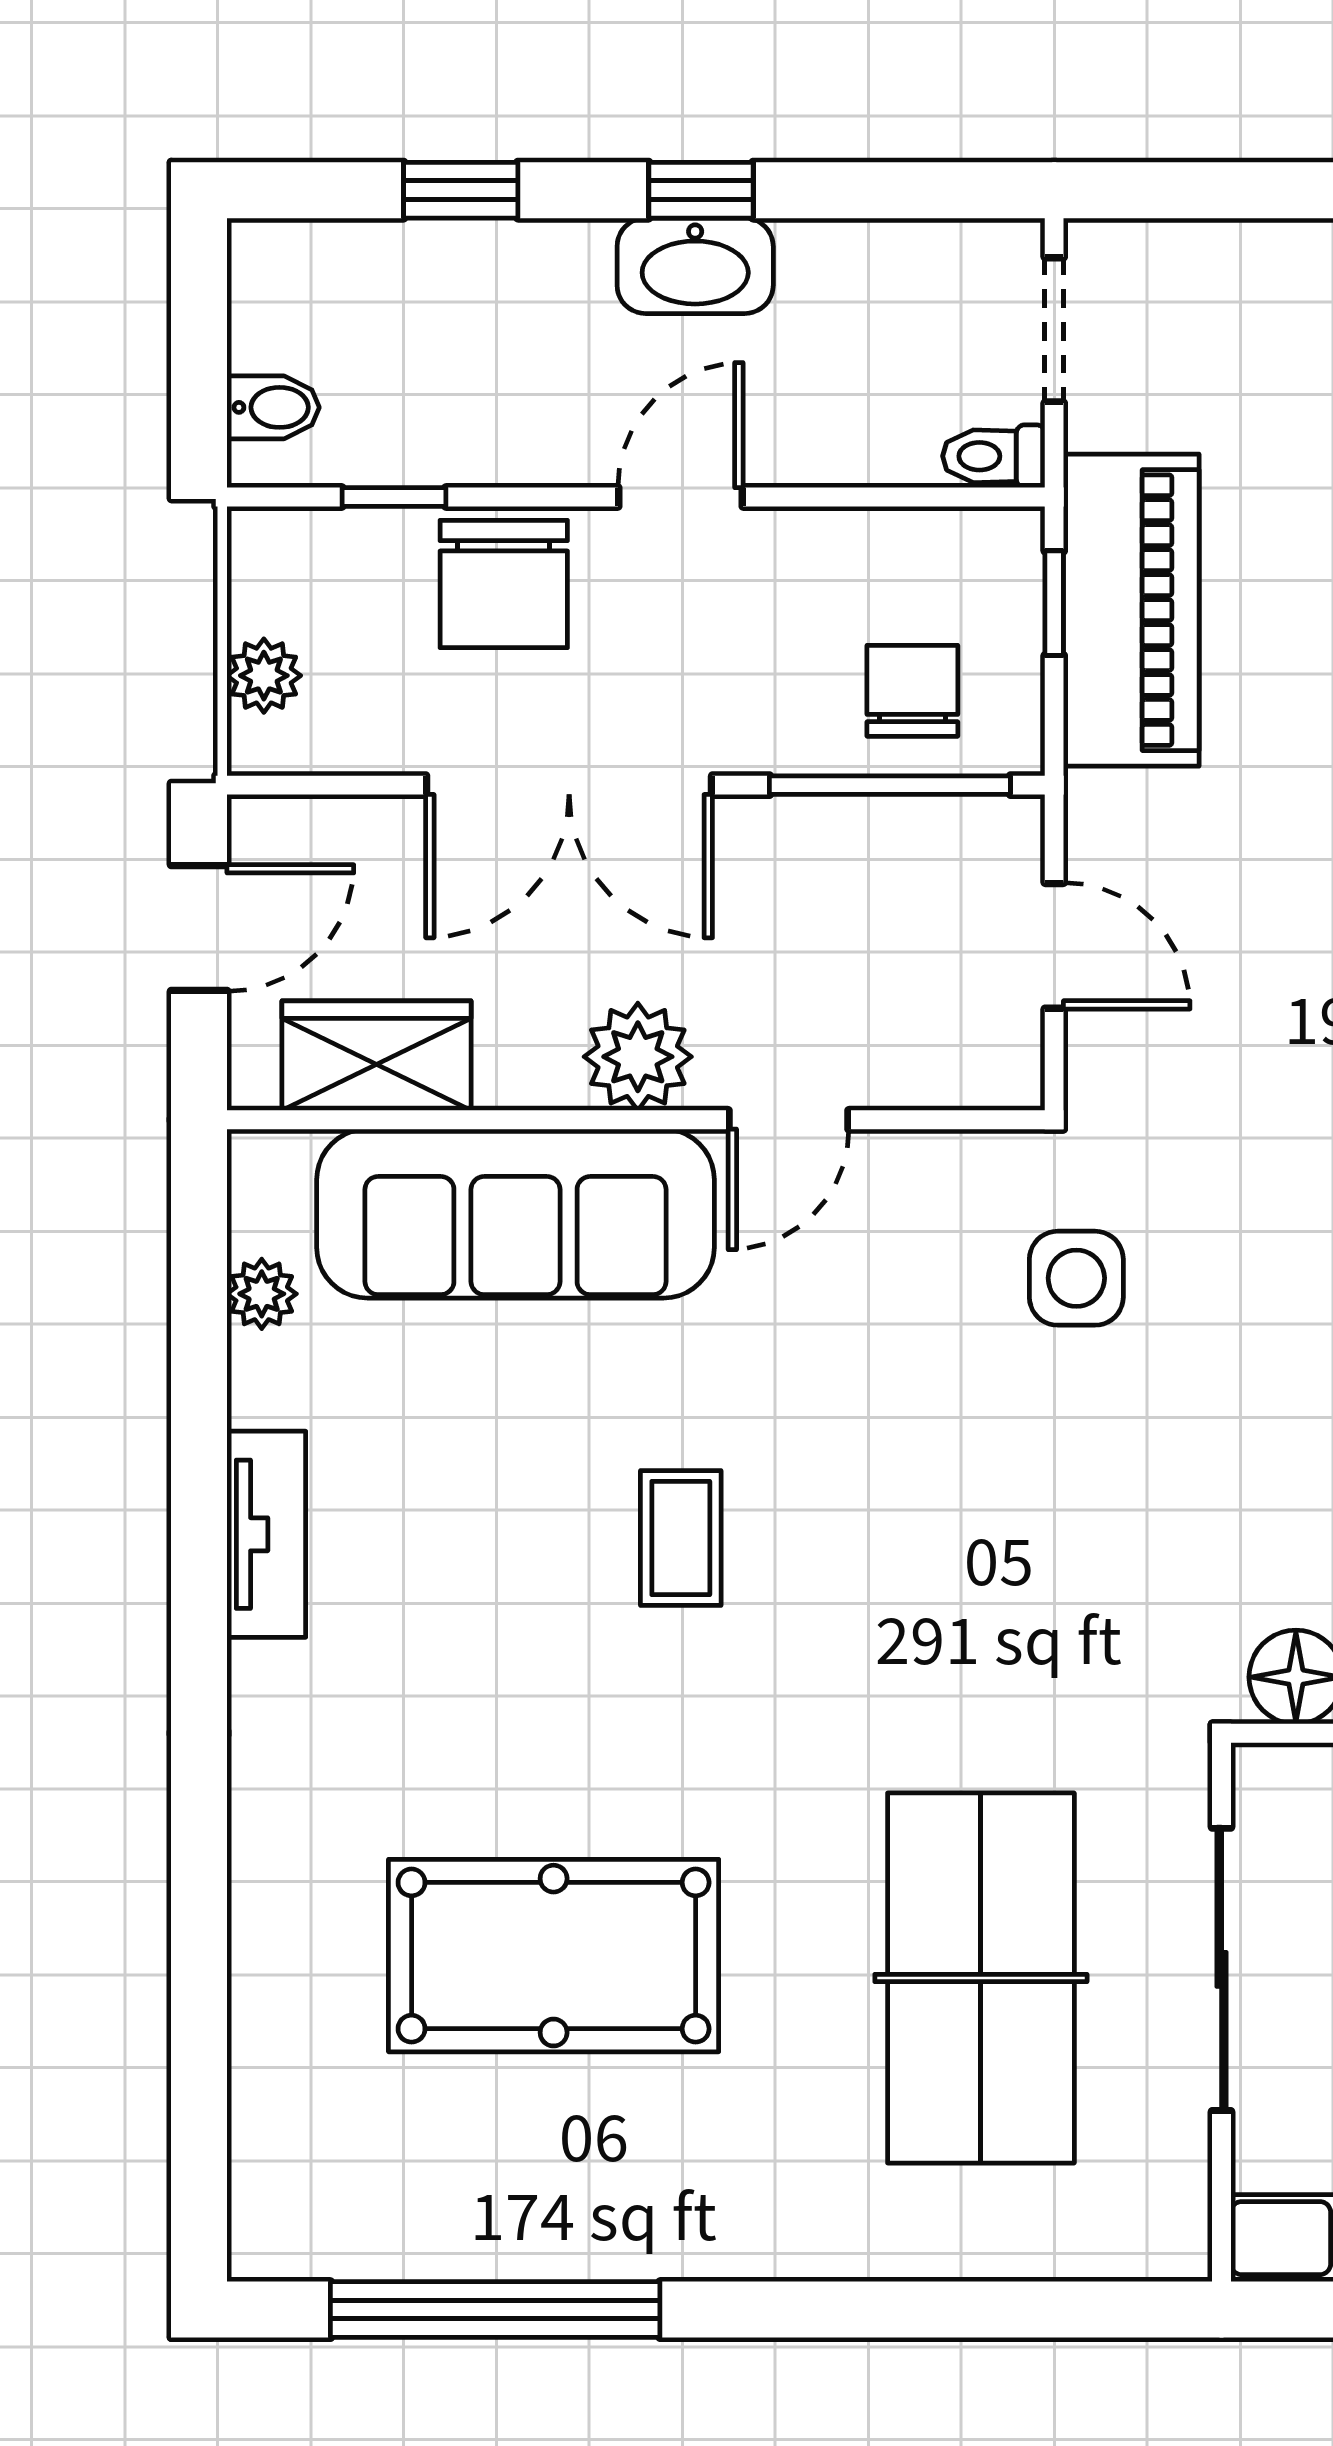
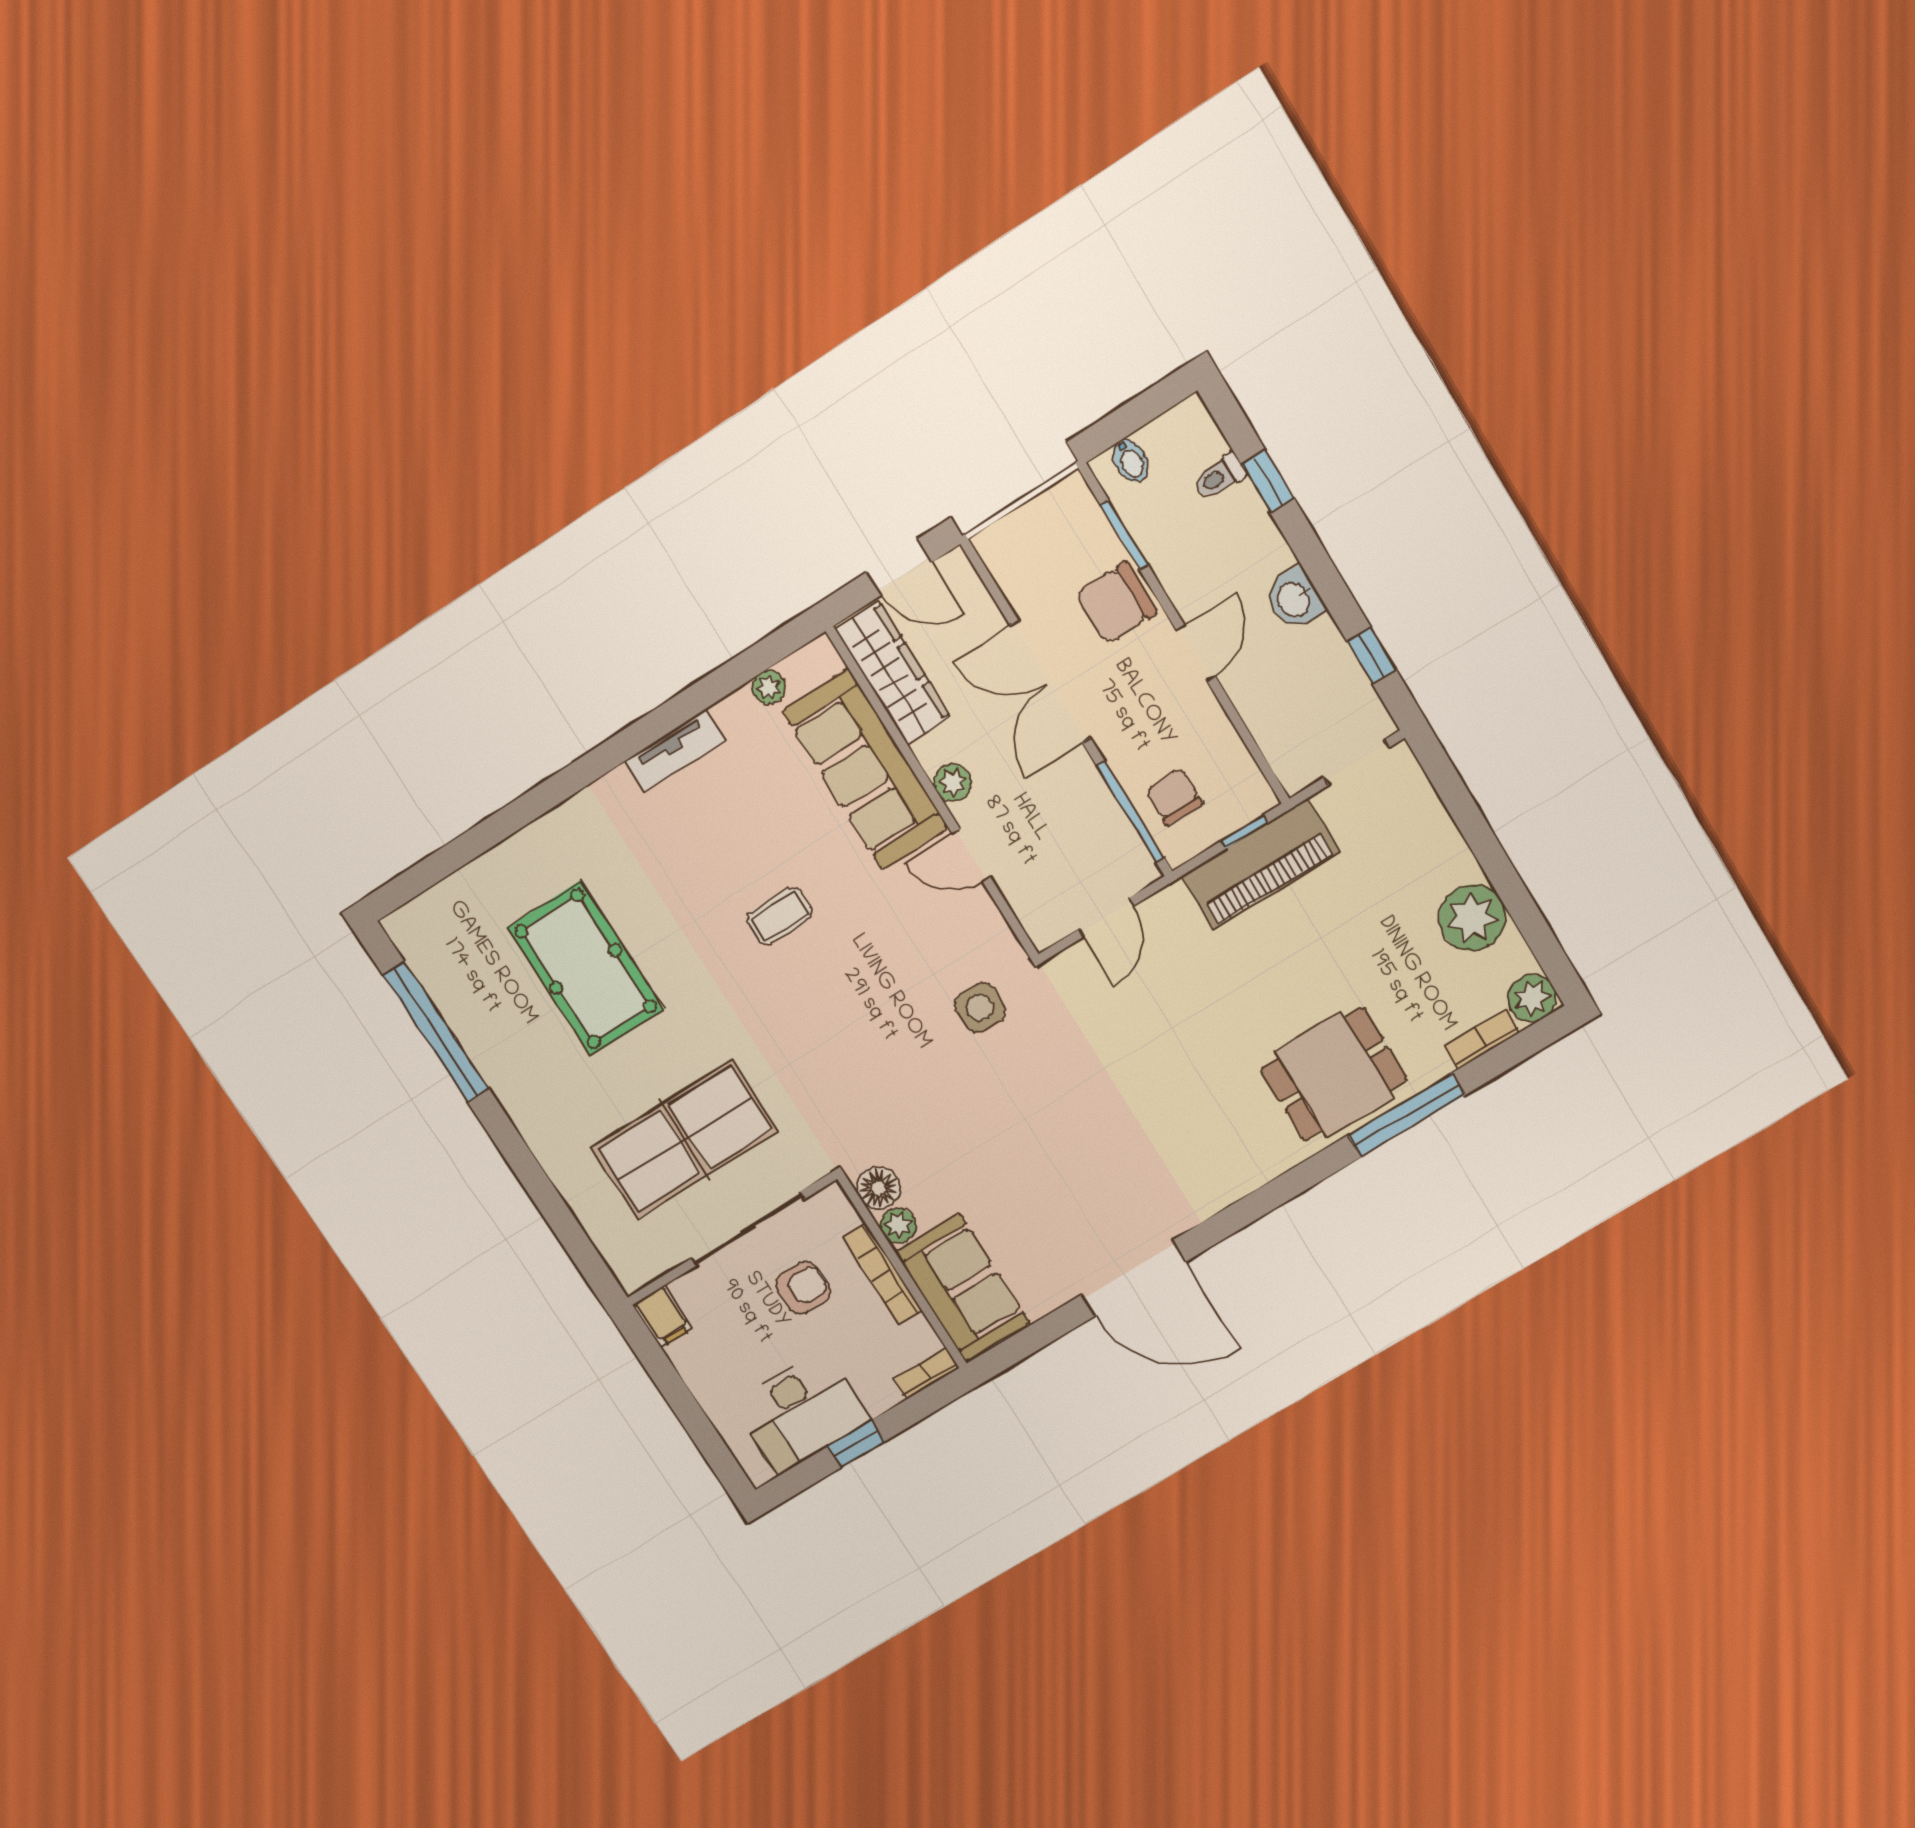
window: (701, 190) -> (1372, 655), moved
washbasin: (695, 266) -> (1295, 599), width x0.72
toilet: (994, 456) -> (1219, 476), moved, turned -90
window: (394, 497) -> (1124, 535), width x1.50
door: (680, 497) -> (1196, 653), hinge flipped
plant: (264, 676) -> (1018, 528), removed
chair: (912, 691) -> (1174, 797), turned -90
wardrobe: (377, 1056) -> (893, 673), width x1.50
plant: (638, 1057) -> (953, 783), width x0.73, depth x0.73

